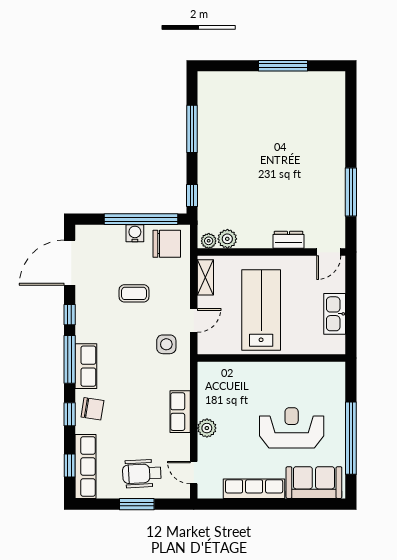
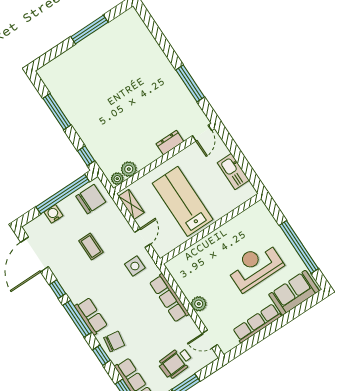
water cooler: (135, 233) -> (53, 214), moved
coffee table: (134, 293) -> (91, 247), turned 90
row of seats: (180, 412) -> (169, 298), width x1.48

